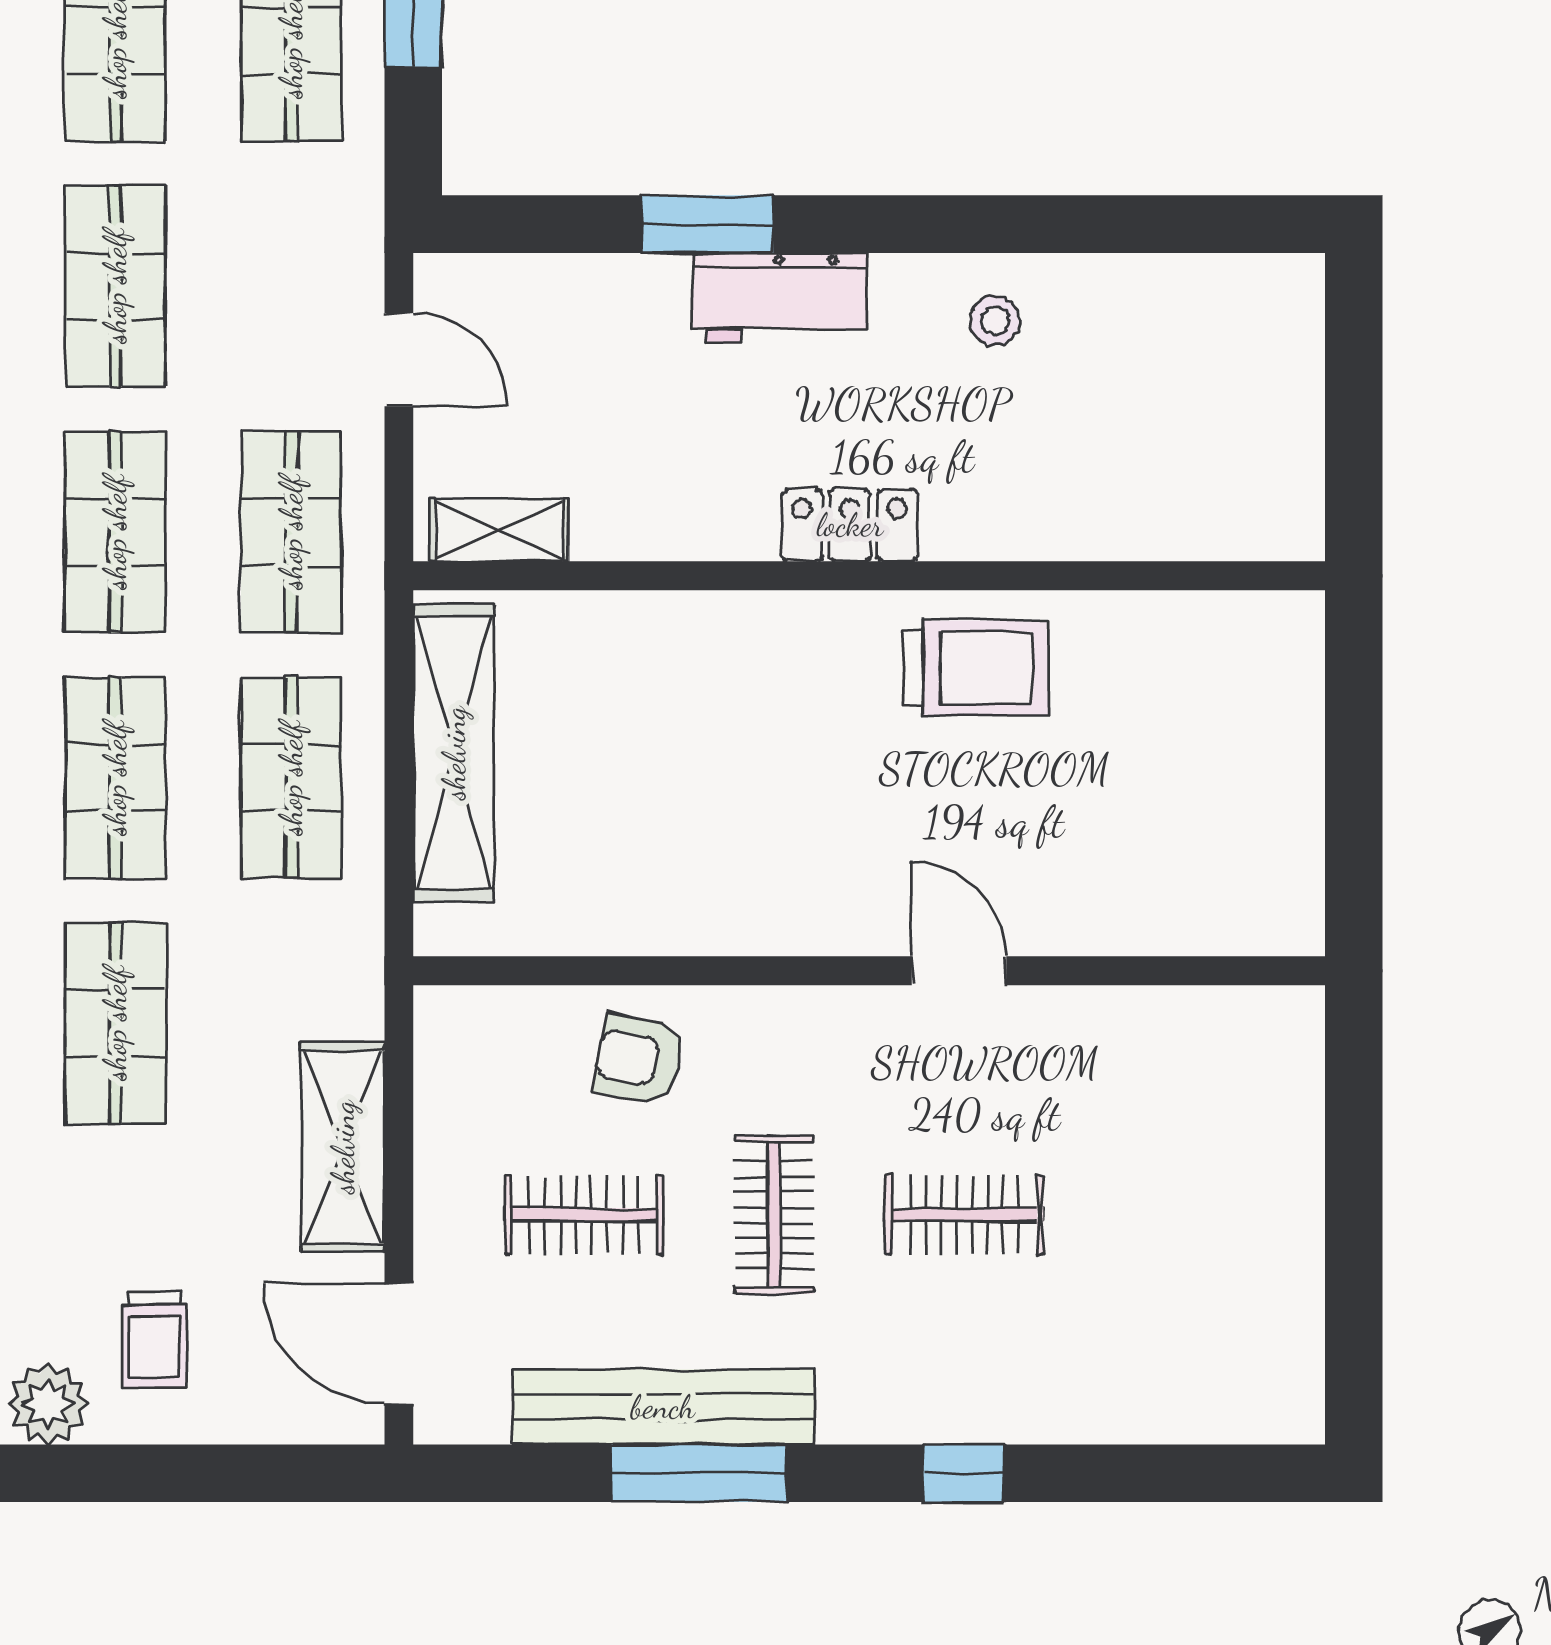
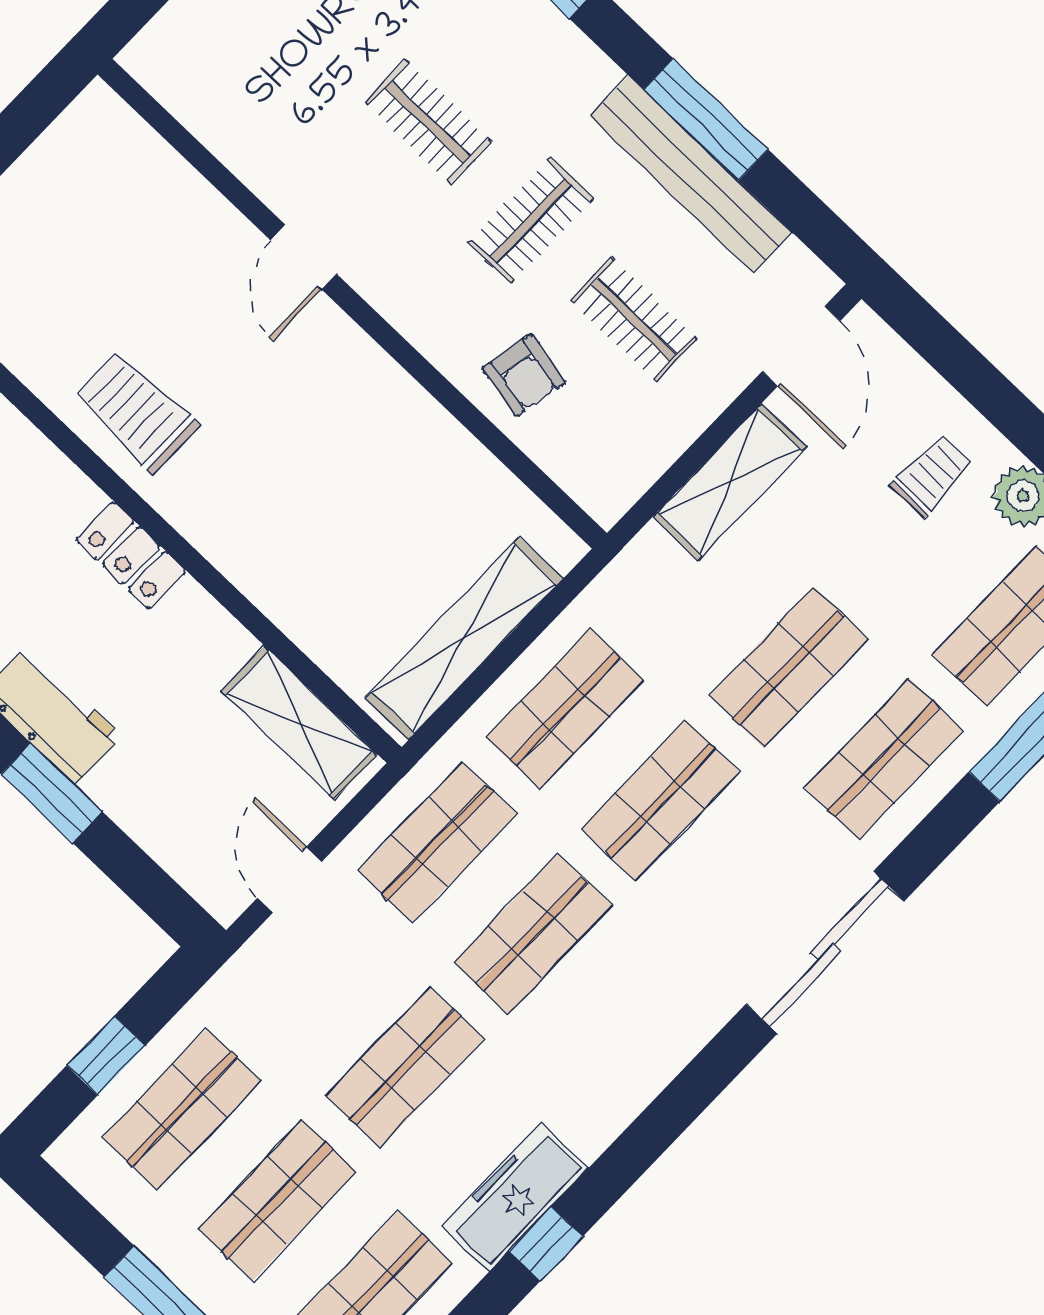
shelving: (499, 530) -> (300, 723), width x1.50, depth x1.33

